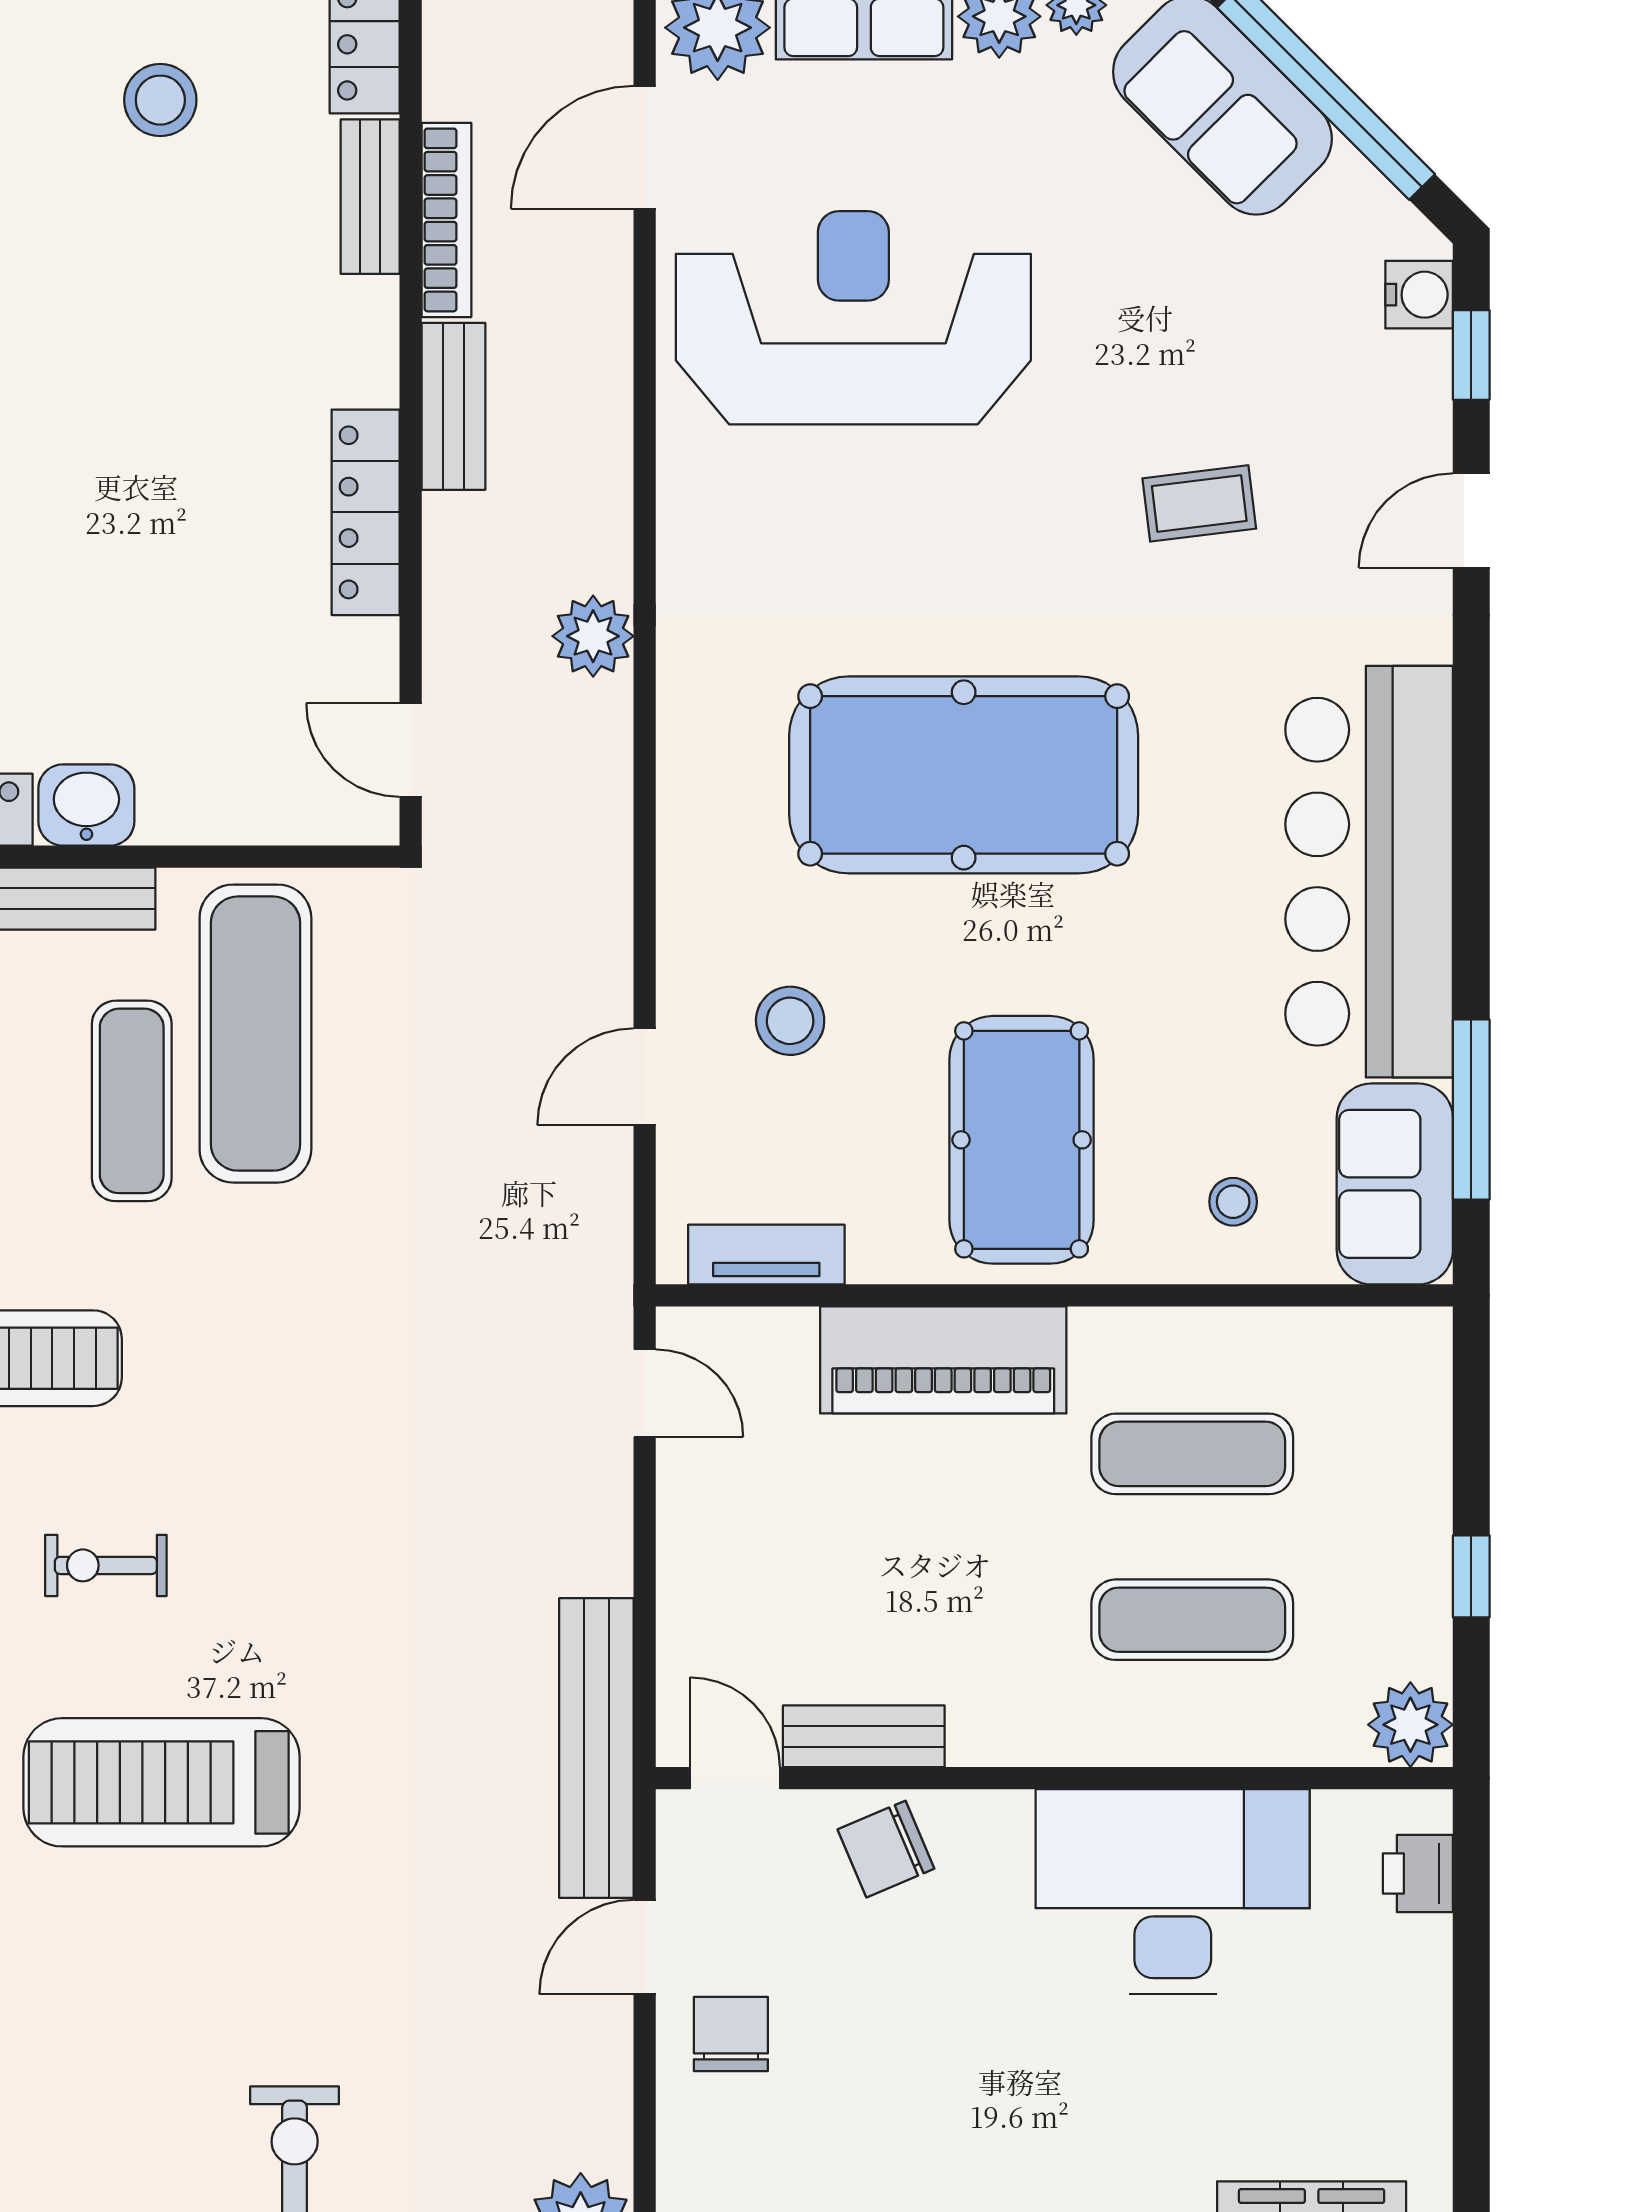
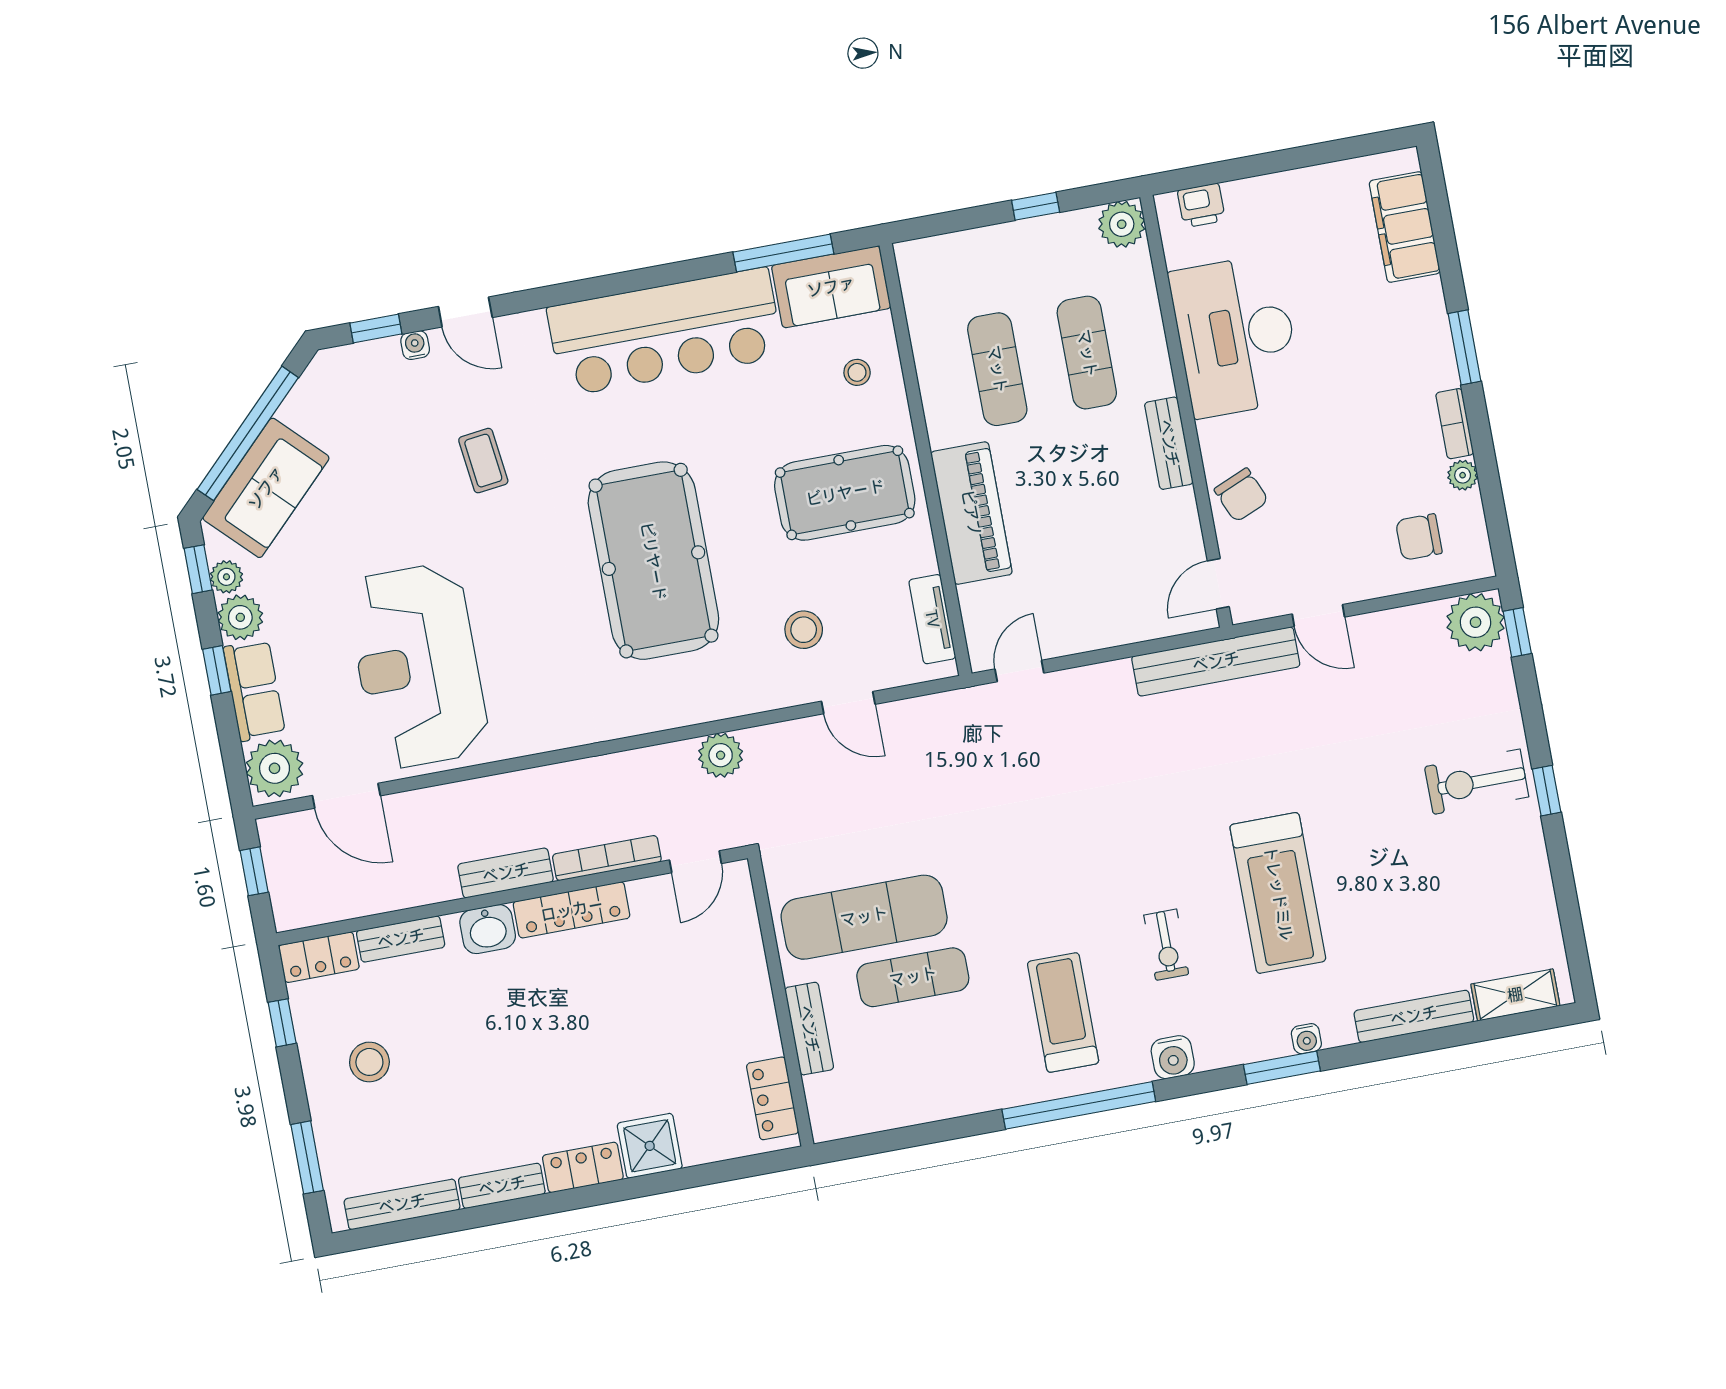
bookcase: (446, 220) -> (607, 858), moved
water cooler: (1419, 295) -> (415, 345), moved, width x0.72, depth x0.72
plant: (593, 636) -> (721, 755), moved
washbasin: (86, 805) -> (488, 929), moved, turned -90
bench: (864, 1736) -> (1169, 443), moved
chair: (731, 2034) -> (1419, 537), moved

